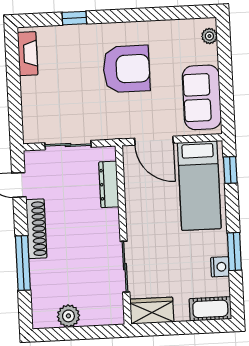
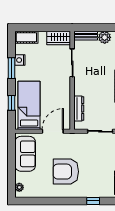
door: (154, 141) -> (53, 131), hinge flipped
window: (230, 170) -> (12, 103), moved
bench: (103, 317) -> (86, 36), added

